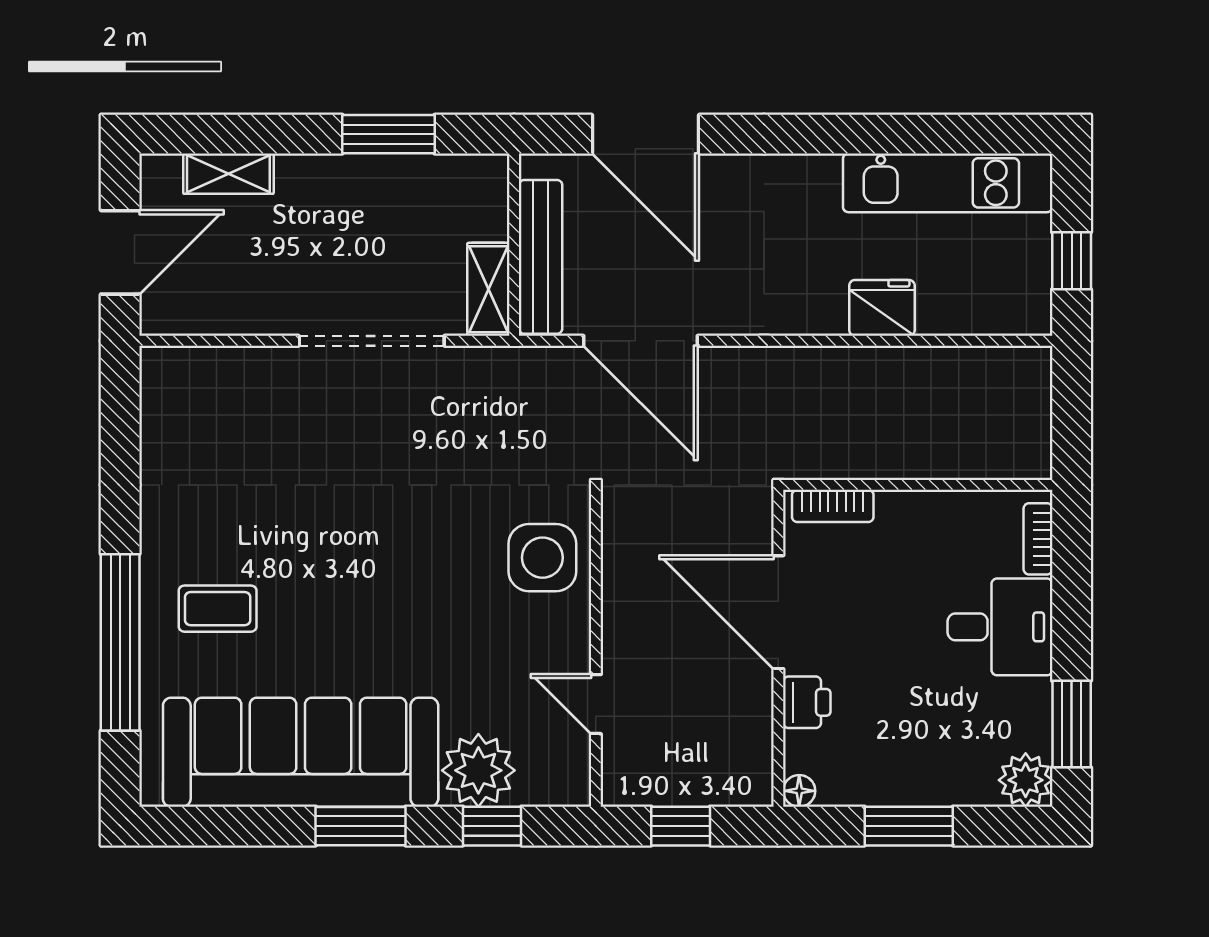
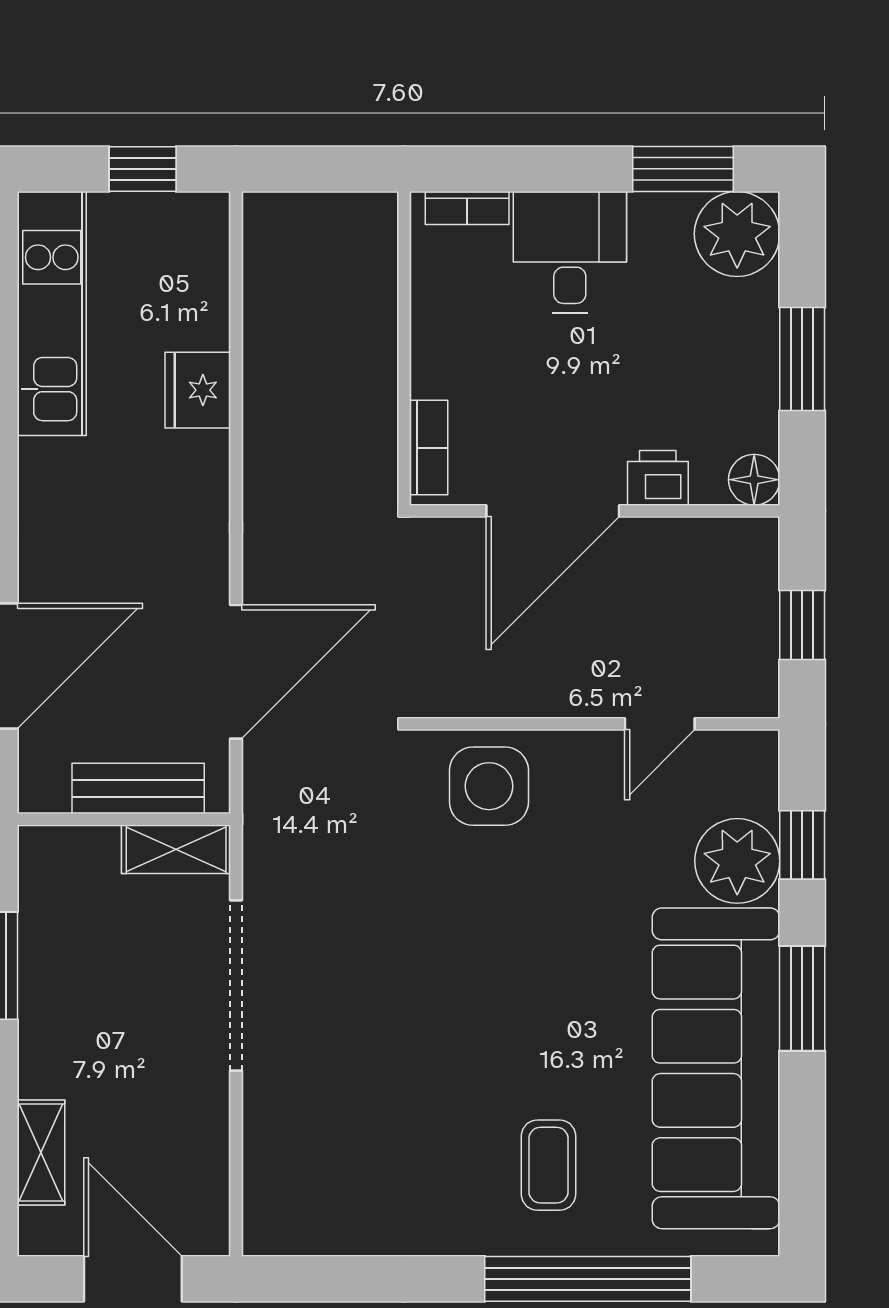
bench: (541, 257) -> (138, 788), width x0.73
plant: (1026, 780) -> (737, 234), width x1.36, depth x1.36
floor lamp: (799, 791) -> (754, 480), width x1.37, depth x1.37

